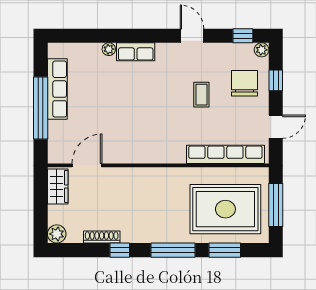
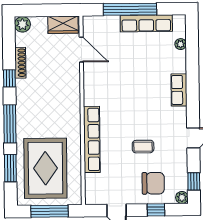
plant: (109, 49) -> (181, 44), moved
row of seats: (225, 154) -> (92, 139), moved

